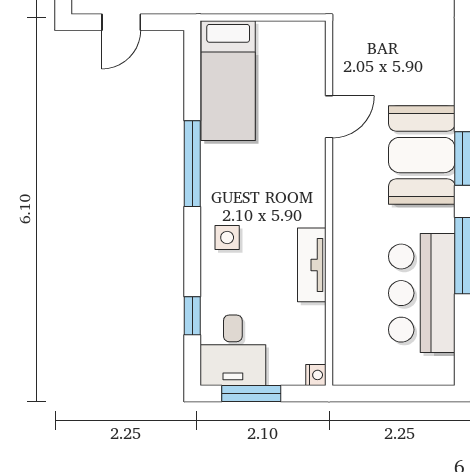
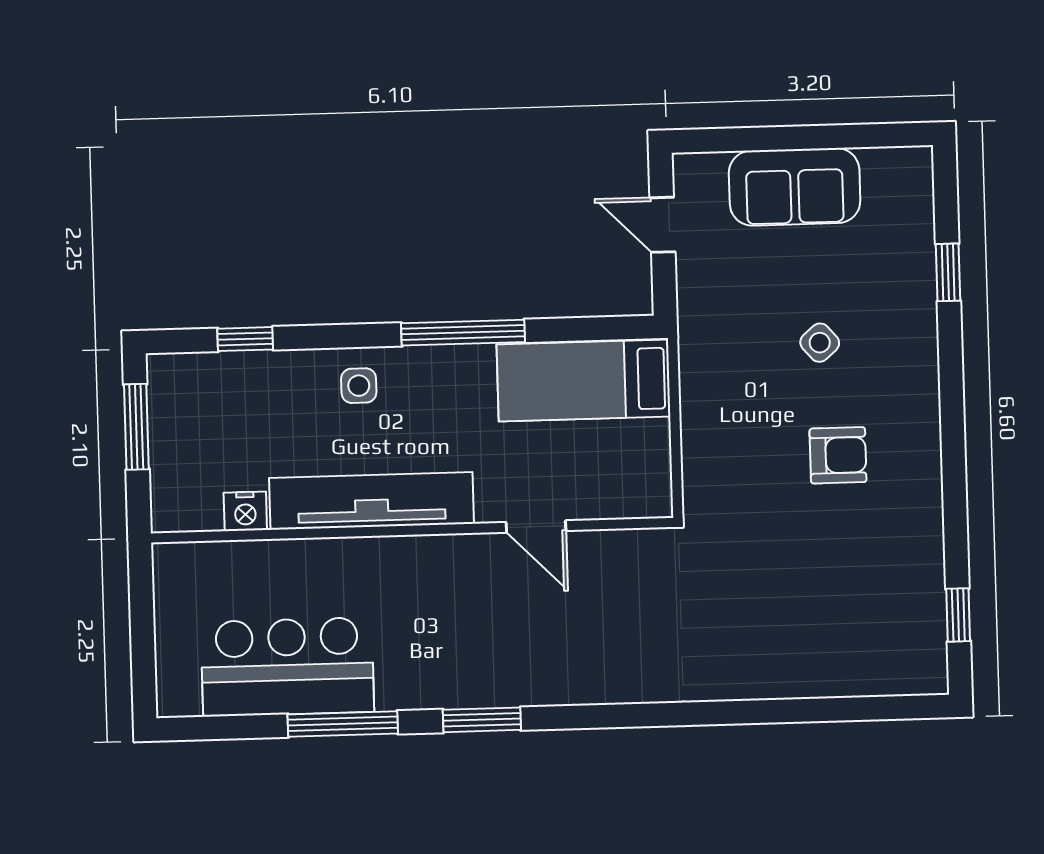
booth: (422, 155) -> (485, 661), removed
tv unit: (312, 265) -> (371, 501), width x1.92, depth x1.29
desk: (233, 350) -> (197, 399), removed
nightstand: (316, 375) -> (245, 511), moved, width x1.39, depth x1.35

